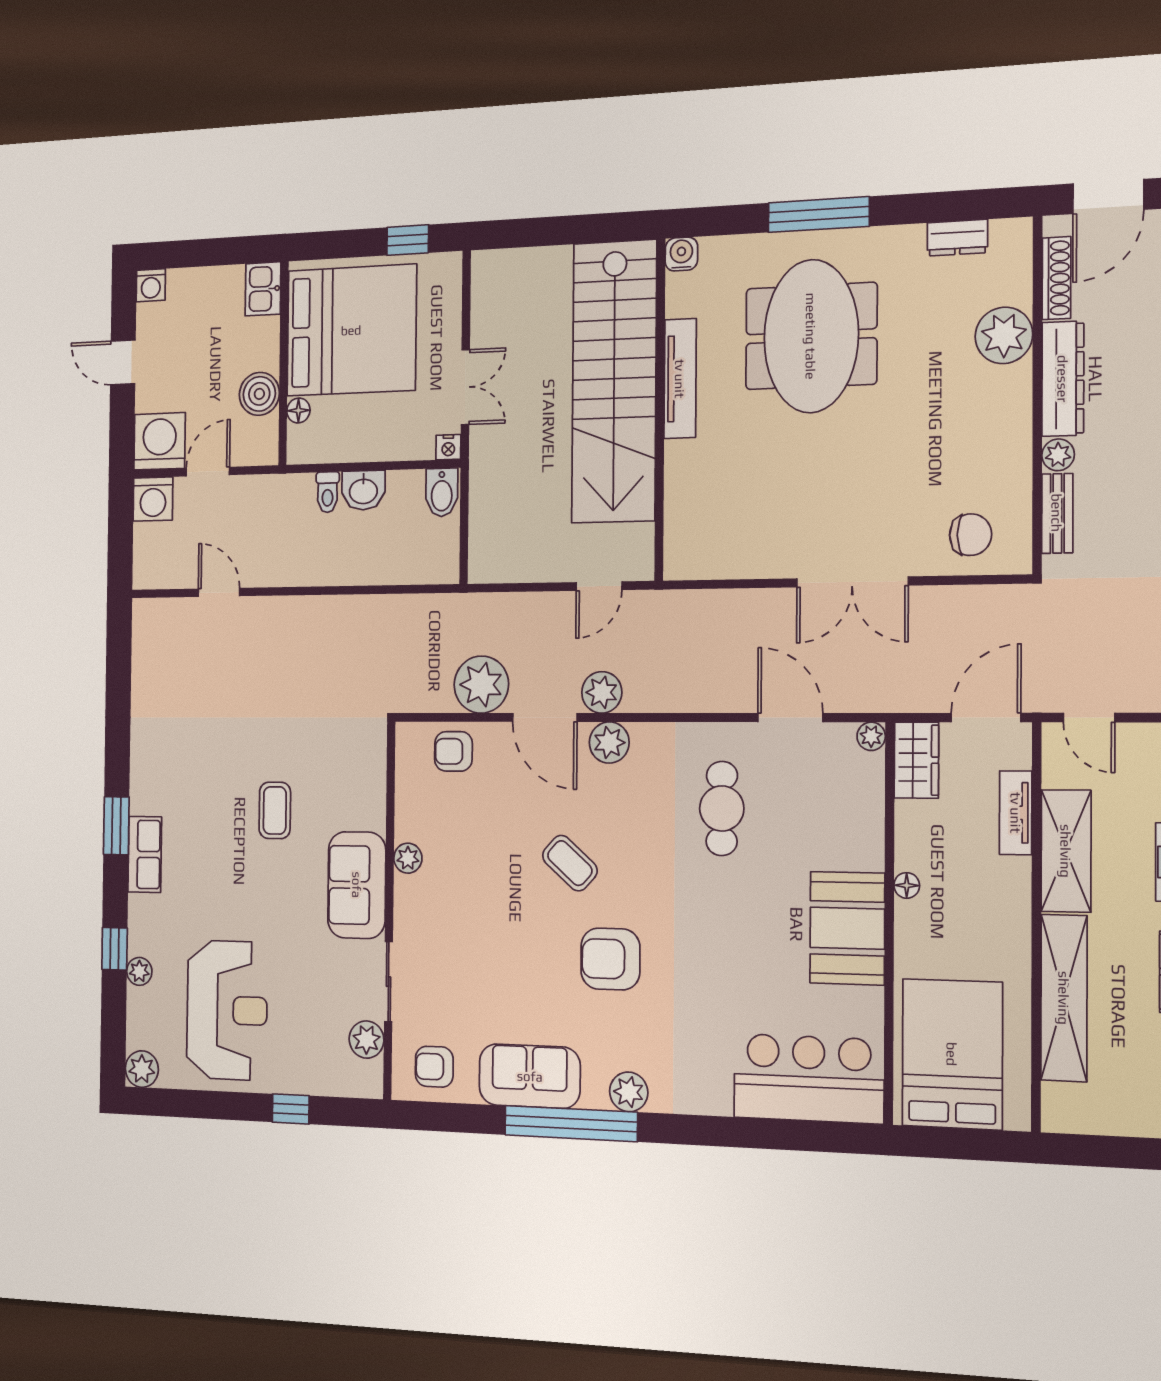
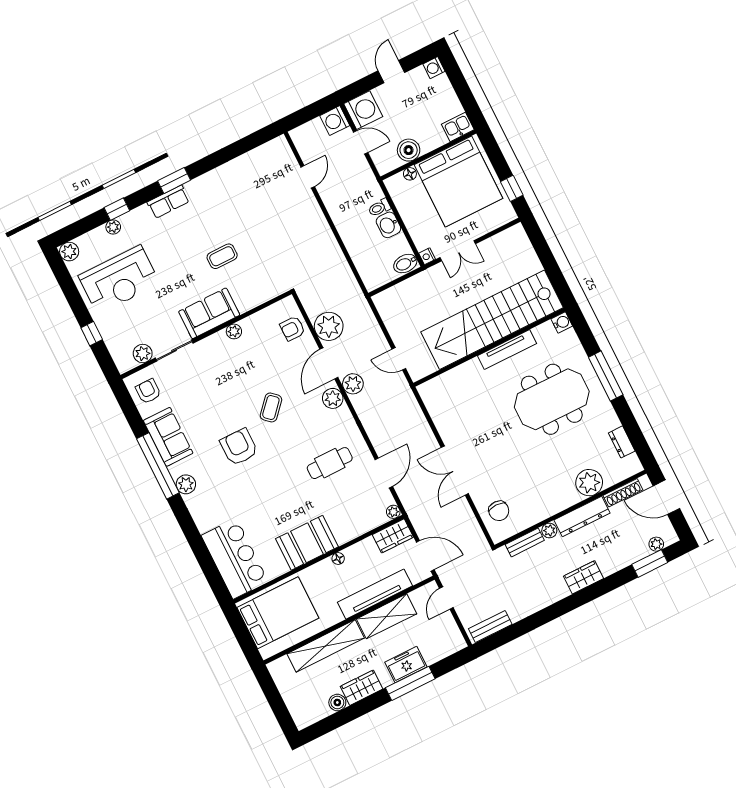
armchair: (453, 751) -> (292, 328), turned -90
tv unit: (1016, 813) -> (375, 594), width x1.92, depth x1.29

